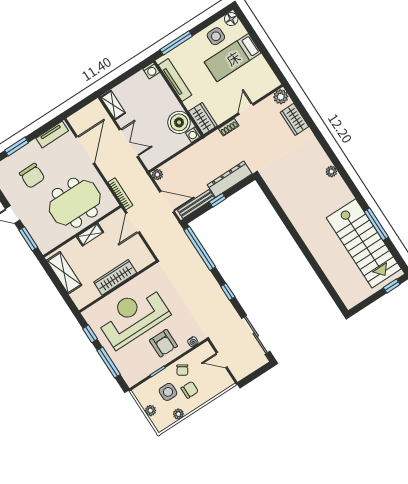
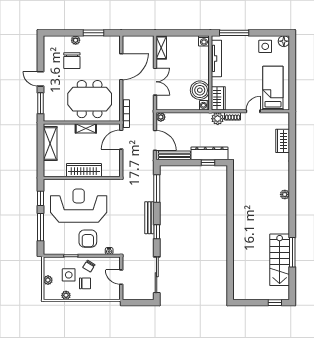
bed: (233, 58) -> (273, 88), moved, turned 90
plant: (281, 97) -> (218, 119), moved
tv unit: (52, 135) -> (105, 41), removed
window: (17, 147) -> (94, 33), moved
plant: (23, 153) -> (76, 40), added
window: (218, 200) -> (208, 163), moved
stairs: (364, 243) -> (280, 260), width x0.73, depth x0.66
window: (200, 248) -> (157, 188), width x0.68
bench: (211, 282) -> (149, 218), added

